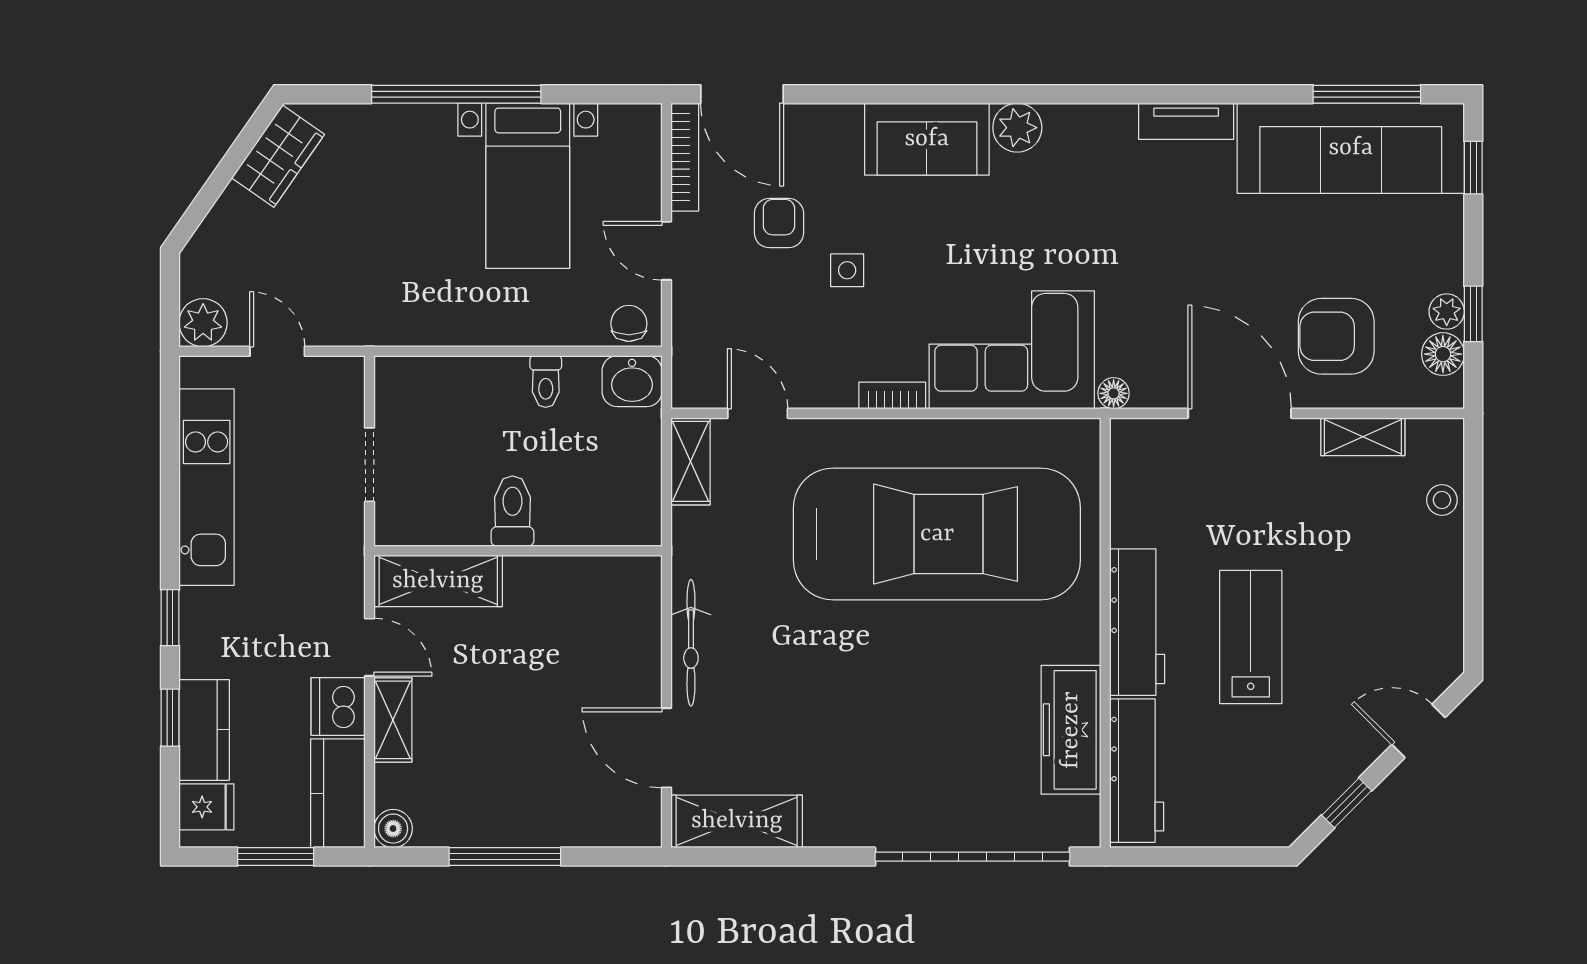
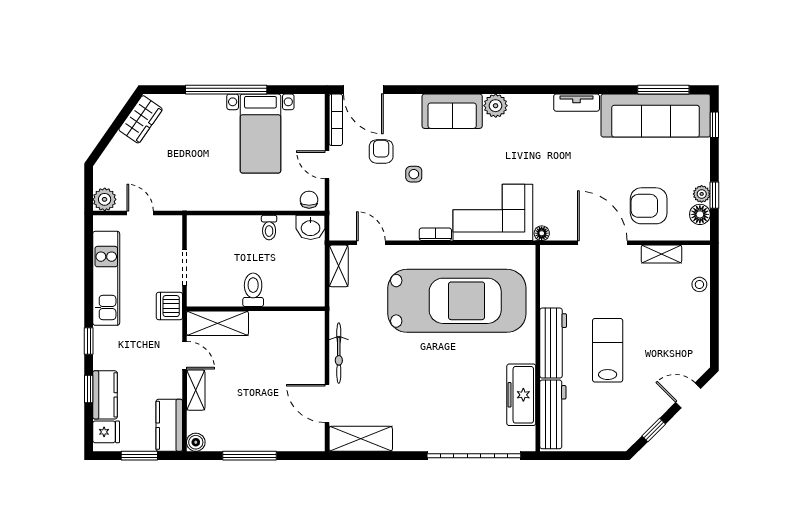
dishwasher: (338, 706) -> (169, 306), moved

